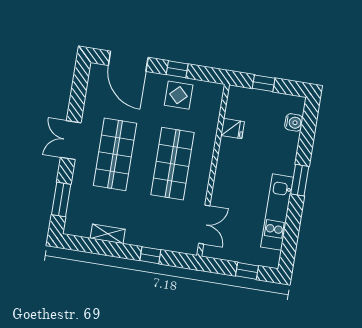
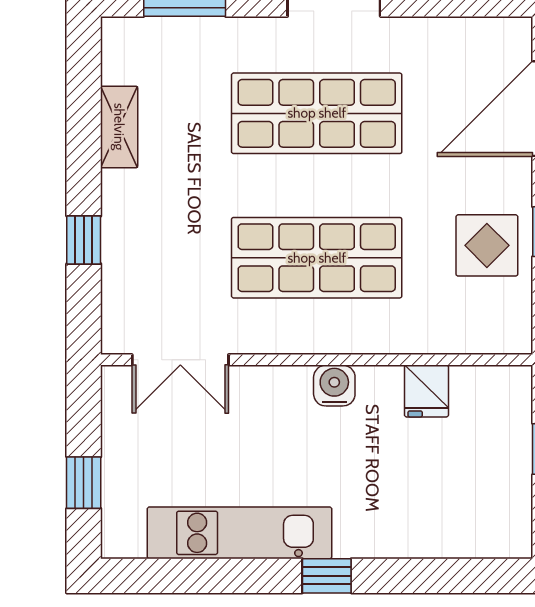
water cooler: (294, 122) -> (334, 386), moved, turned 180
window: (300, 180) -> (327, 576), width x0.67

